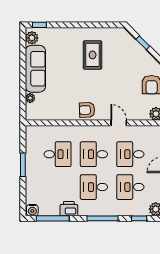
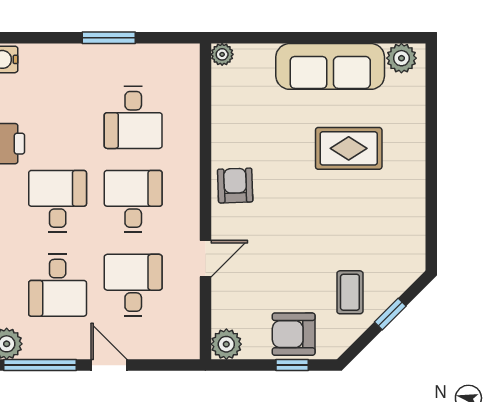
window: (39, 25) -> (431, 76), removed
rug: (93, 55) -> (349, 148), moved
coffee table: (133, 60) -> (350, 292), added
plant: (30, 98) -> (222, 54), moved
desk: (130, 187) -> (58, 285), turned 180

